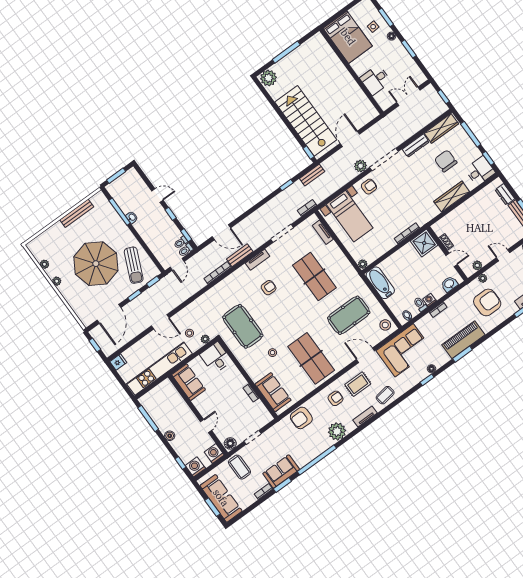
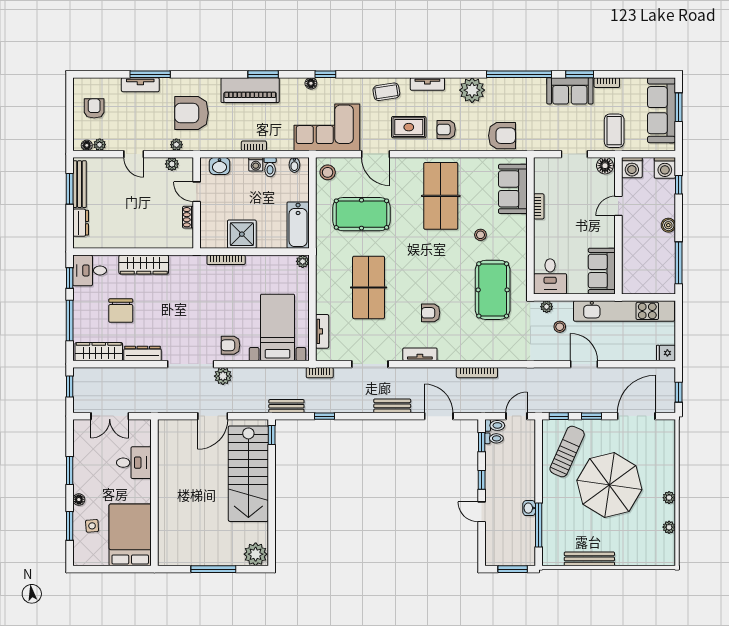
shower: (424, 243) -> (242, 234), moved
bench: (240, 255) -> (392, 406), moved

